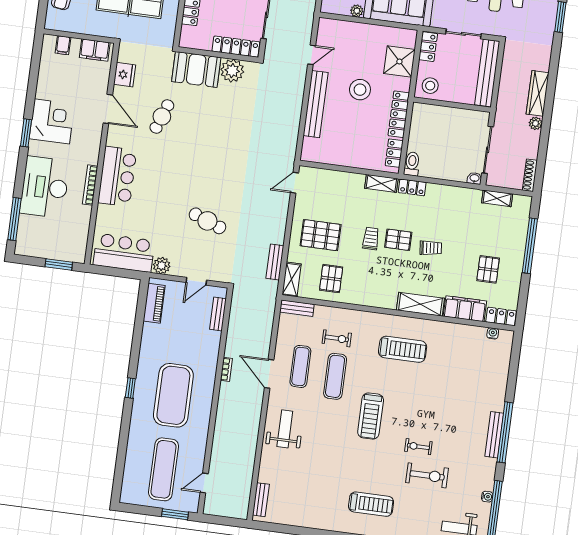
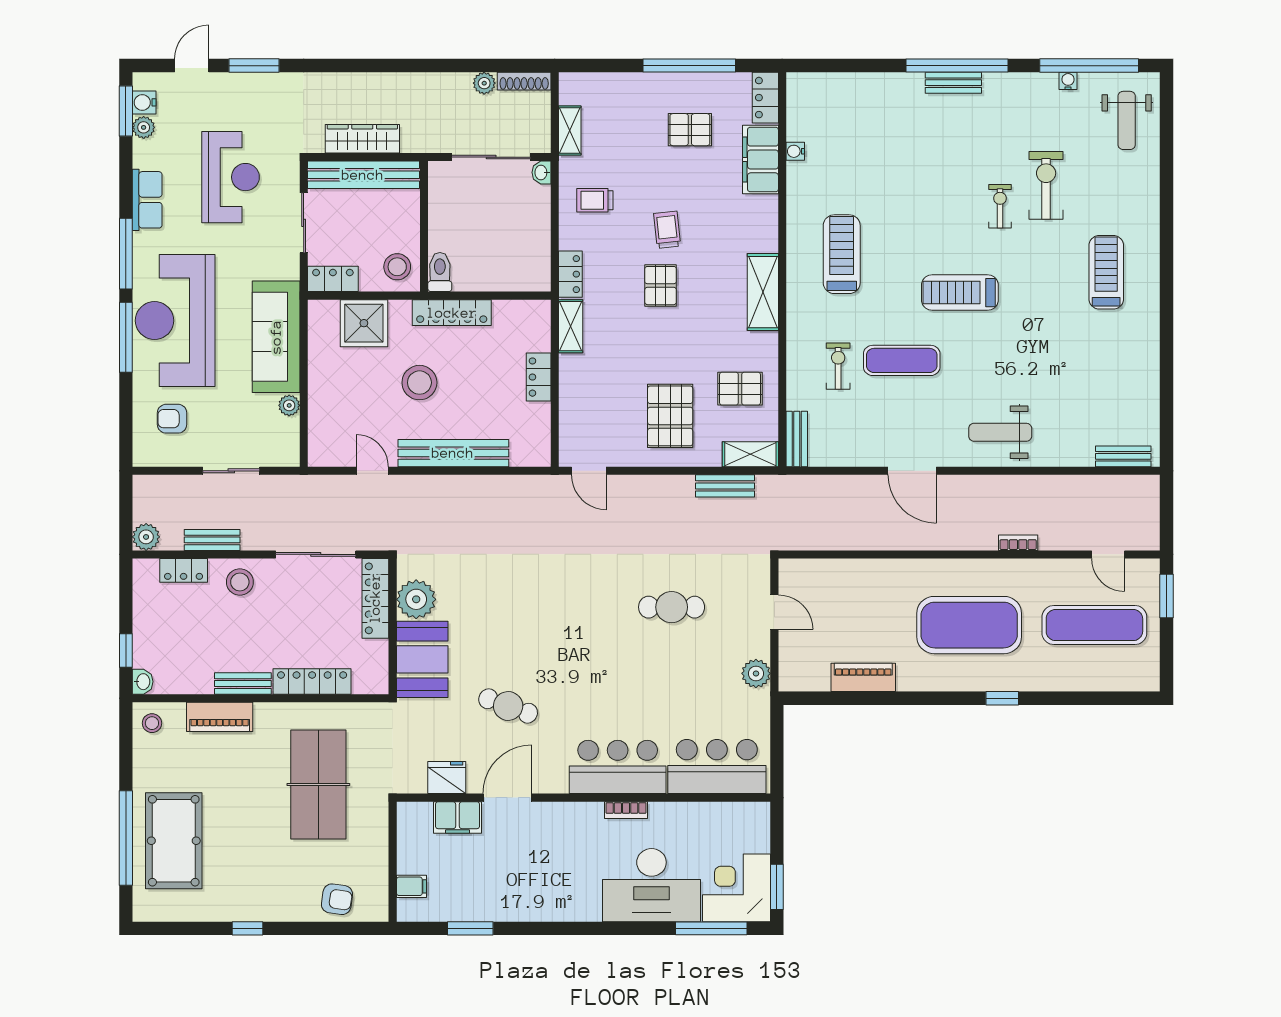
filing cabinet: (95, 50) -> (457, 817), moved, turned 90
wardrobe: (538, 93) -> (362, 139), moved, turned 180
corner desk: (52, 121) -> (736, 888), moved
plant: (536, 123) -> (484, 83), moved
window: (26, 133) -> (470, 928), moved
locker: (394, 153) -> (539, 377), moved, turned 90
toilet: (412, 164) -> (440, 272), moved, turned 90
bookcase: (90, 185) -> (626, 810), width x0.64
cafe table: (207, 221) -> (672, 607), turned 69
trolley: (371, 239) -> (595, 200), moved
window: (530, 246) -> (689, 66), moved
bar counter: (124, 253) -> (717, 766), moved, turned 90
window: (59, 264) -> (777, 887), moved
piano: (154, 303) -> (863, 677), moved
shelving: (420, 304) -> (763, 292), moved
bench: (218, 314) -> (824, 569), removed
water cooler: (493, 333) -> (795, 151), moved
exercise mat: (300, 366) -> (893, 420), removed
bookcase: (226, 369) -> (1018, 543), moved
door: (269, 374) -> (912, 471), hinge flipped
window: (130, 388) -> (1002, 698), moved
treadmill: (371, 416) -> (960, 293), turned 180
bench: (494, 435) -> (953, 83), width x0.73
exercise bike: (418, 447) -> (1000, 206), turned 180

